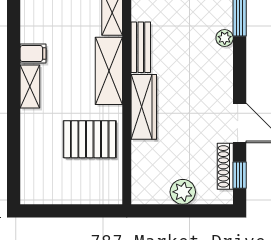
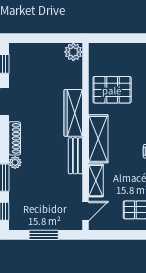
shoe rack: (225, 166) -> (15, 138), moved
plant: (183, 192) -> (73, 52), moved

